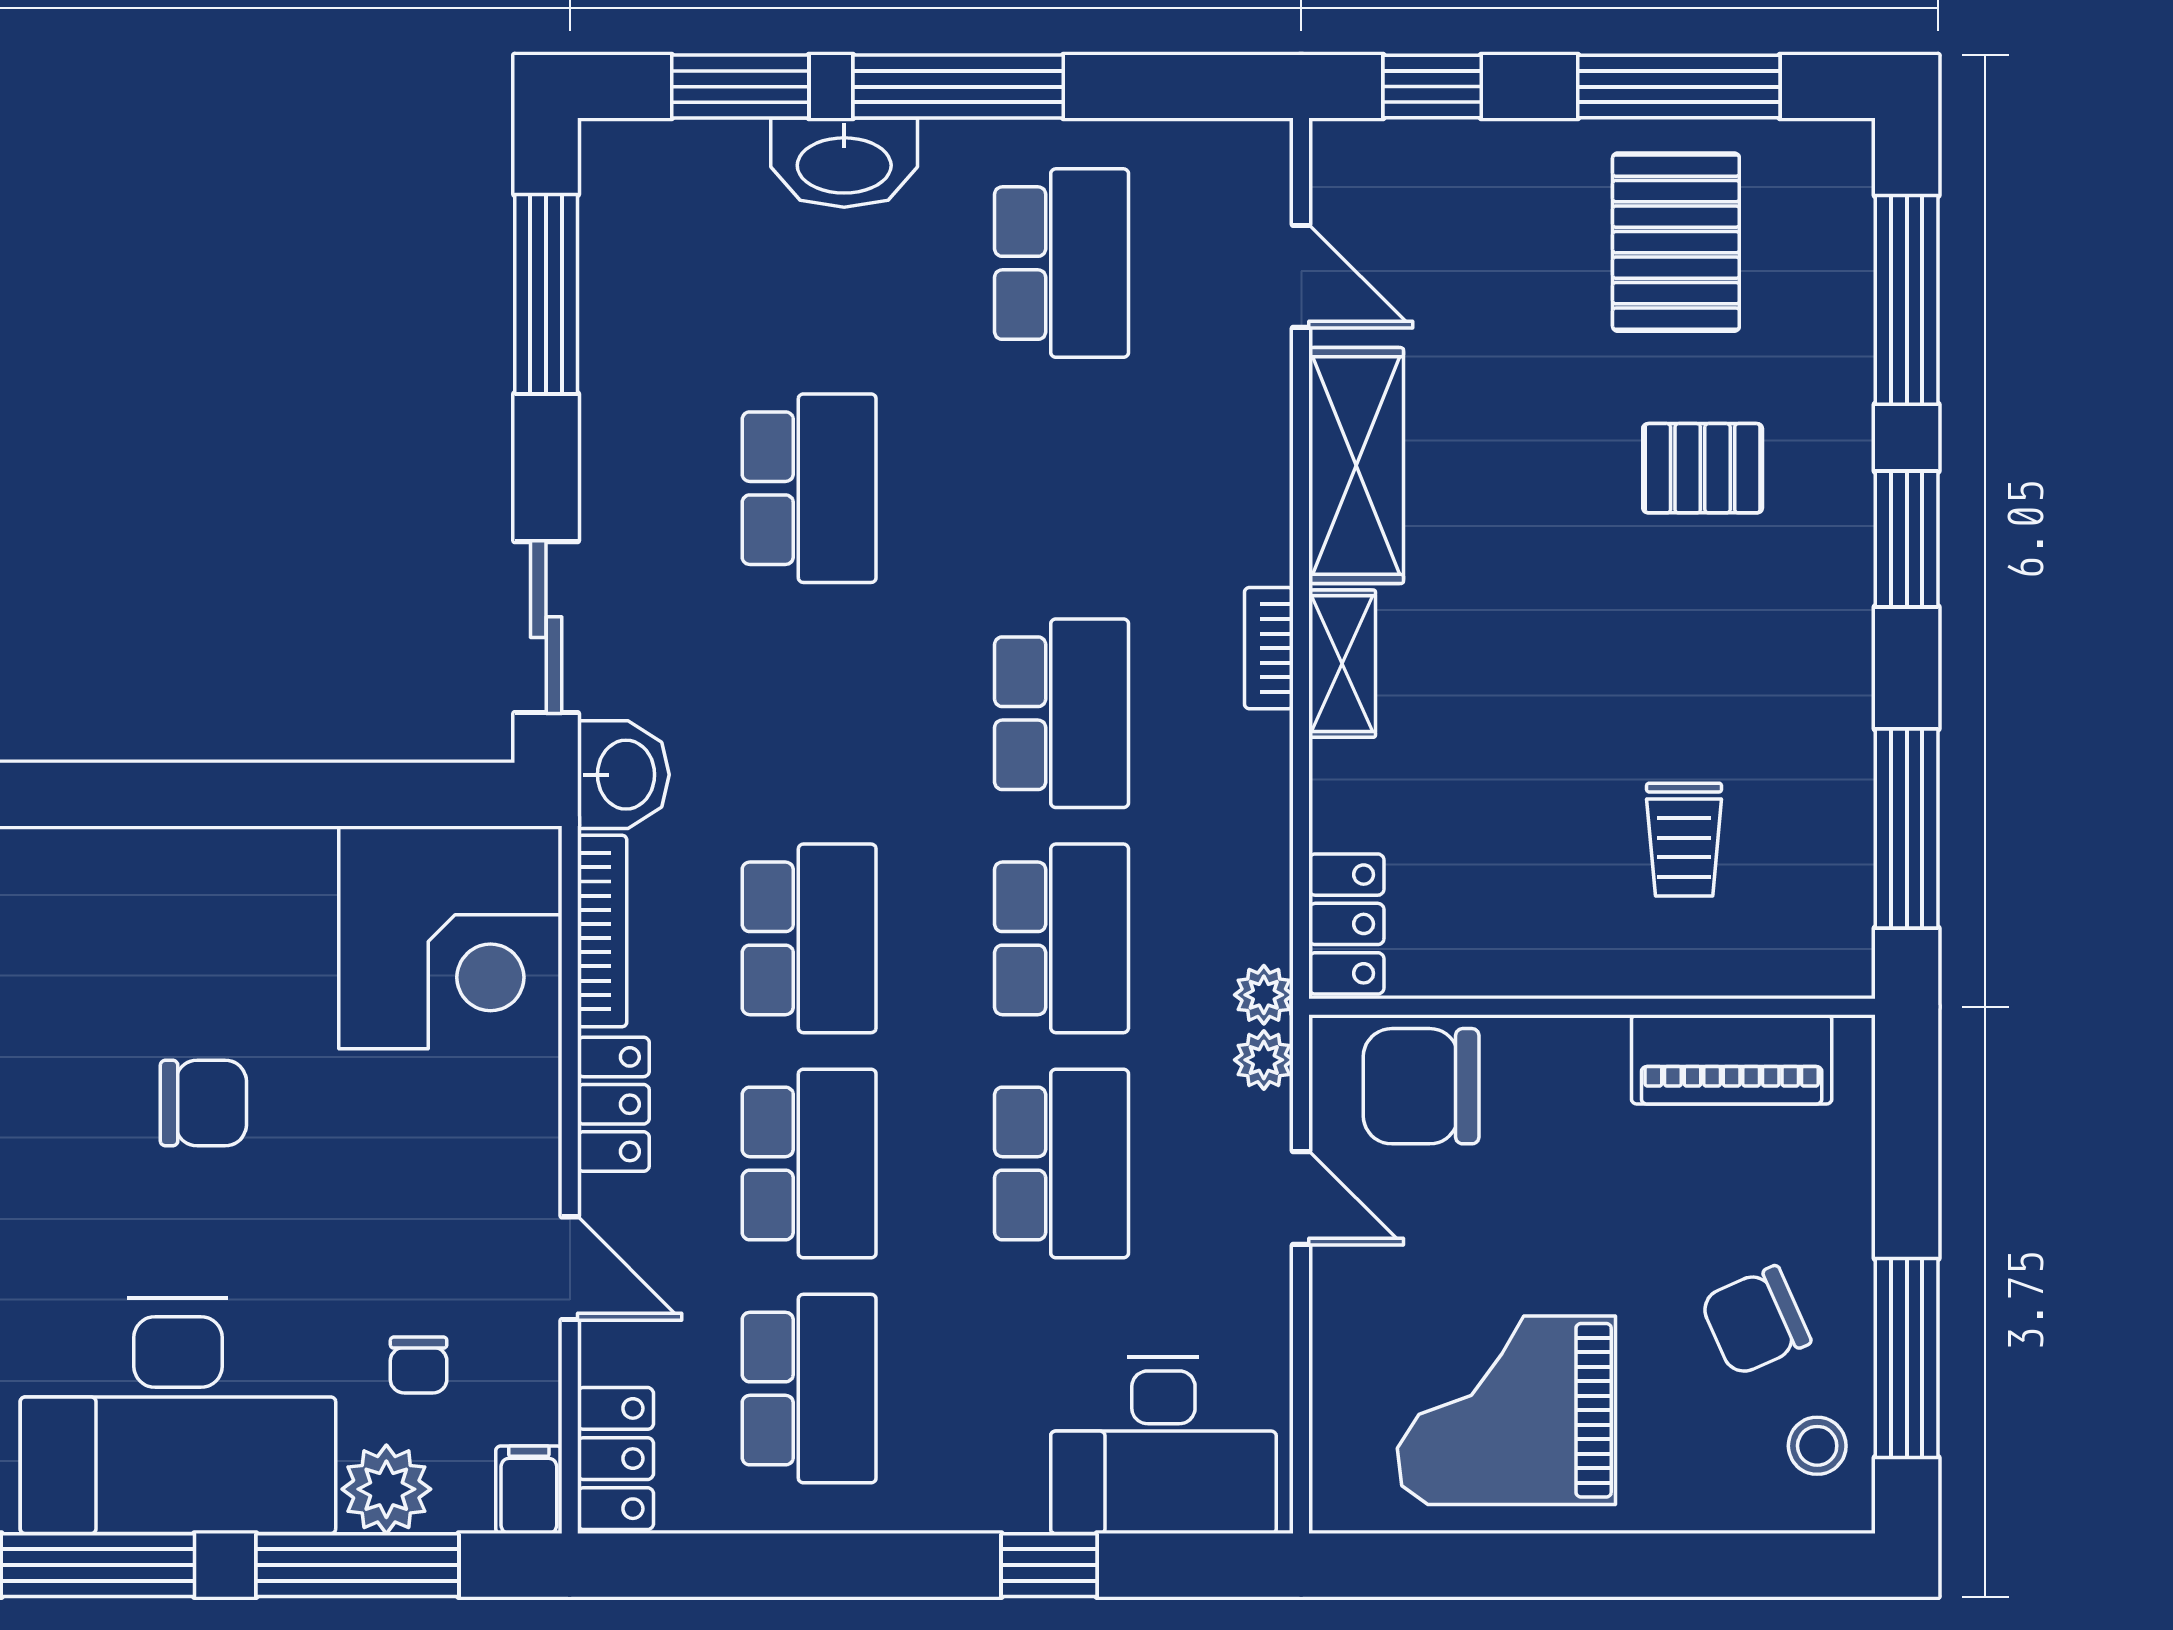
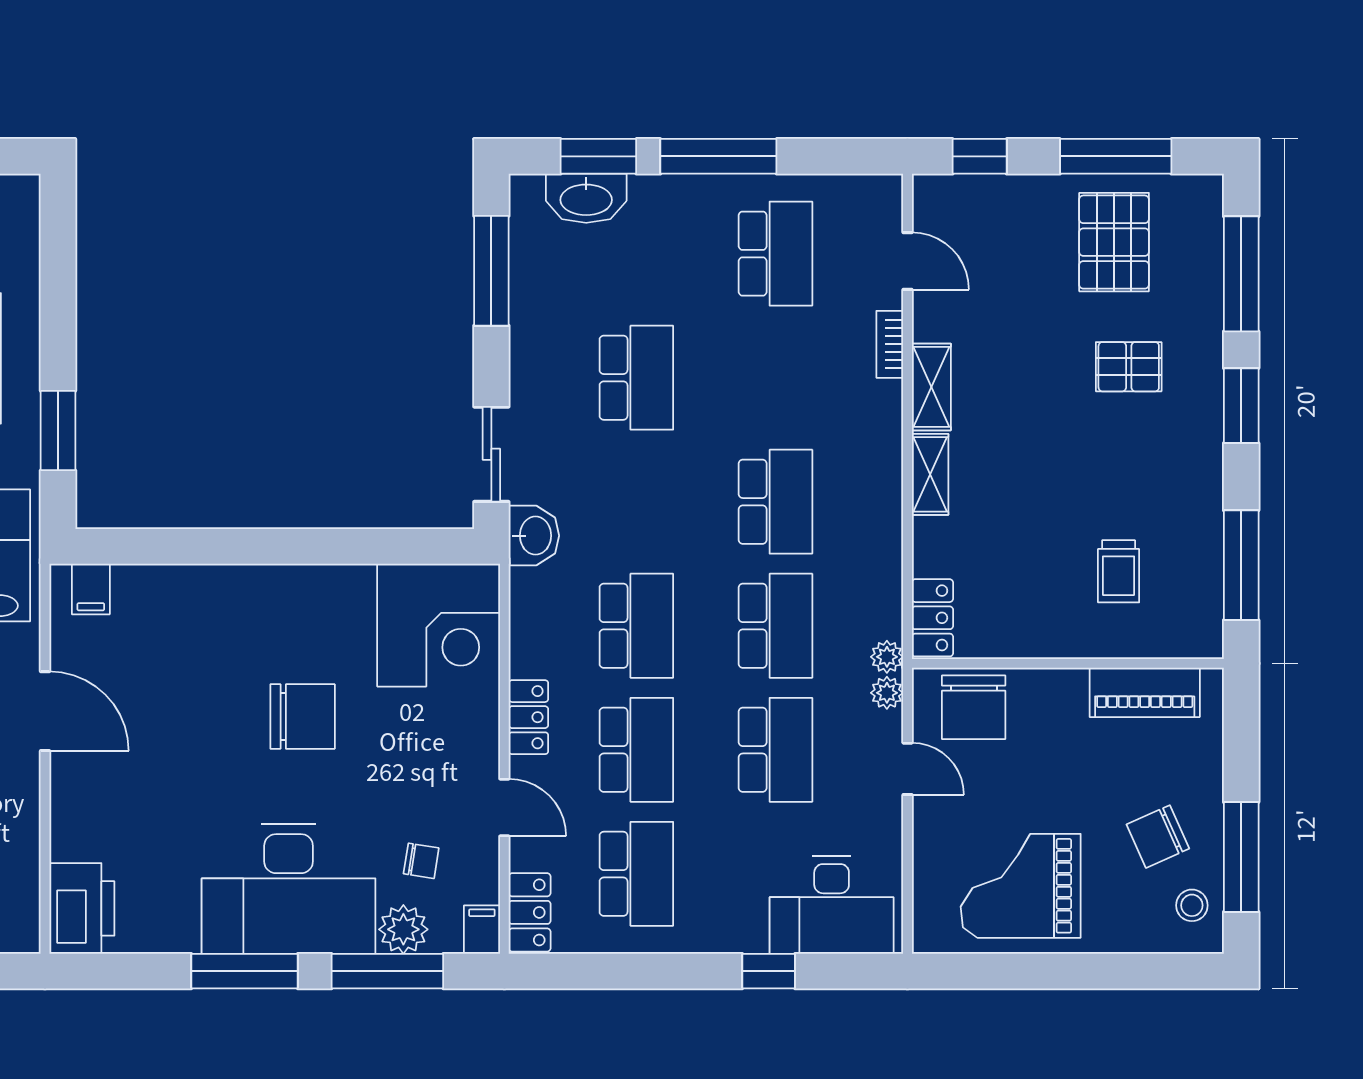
washbasin: (844, 163) -> (586, 198), moved
shelving: (1356, 466) -> (931, 387), width x0.67, depth x0.75
bookcase: (1269, 648) -> (890, 344), moved
bookcase: (602, 931) -> (522, 622), removed
chair: (1421, 1086) -> (974, 707), turned -90
chair: (203, 1103) -> (303, 716), width x1.37, depth x1.37
chair: (419, 1365) -> (421, 861), turned -81

